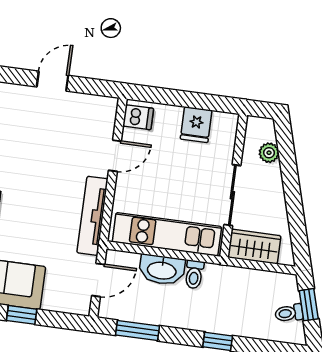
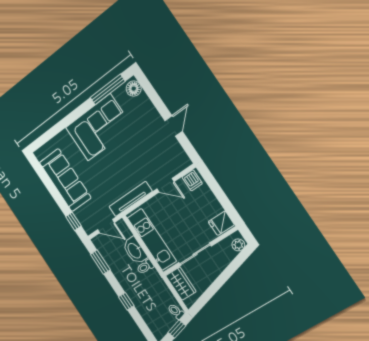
door: (53, 81) -> (174, 126), hinge flipped
fridge: (196, 125) -> (221, 223), moved
plant: (269, 153) -> (238, 245), moved
toilet: (289, 313) -> (176, 311), moved
window: (22, 315) -> (73, 221), moved

